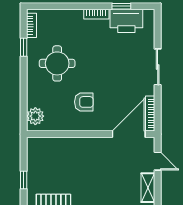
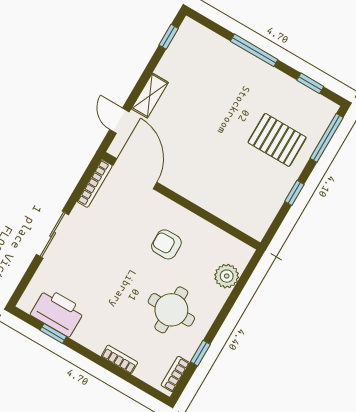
bookcase: (96, 14) -> (120, 359), moved
plant: (35, 116) -> (227, 276), moved
door: (129, 134) -> (135, 174), swing flipped

